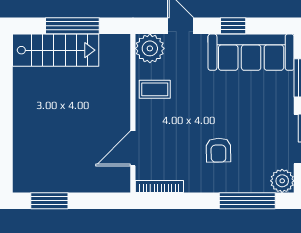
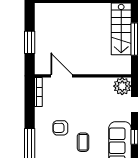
coffee table: (155, 89) -> (83, 142), moved
window: (49, 201) -> (30, 42), moved

